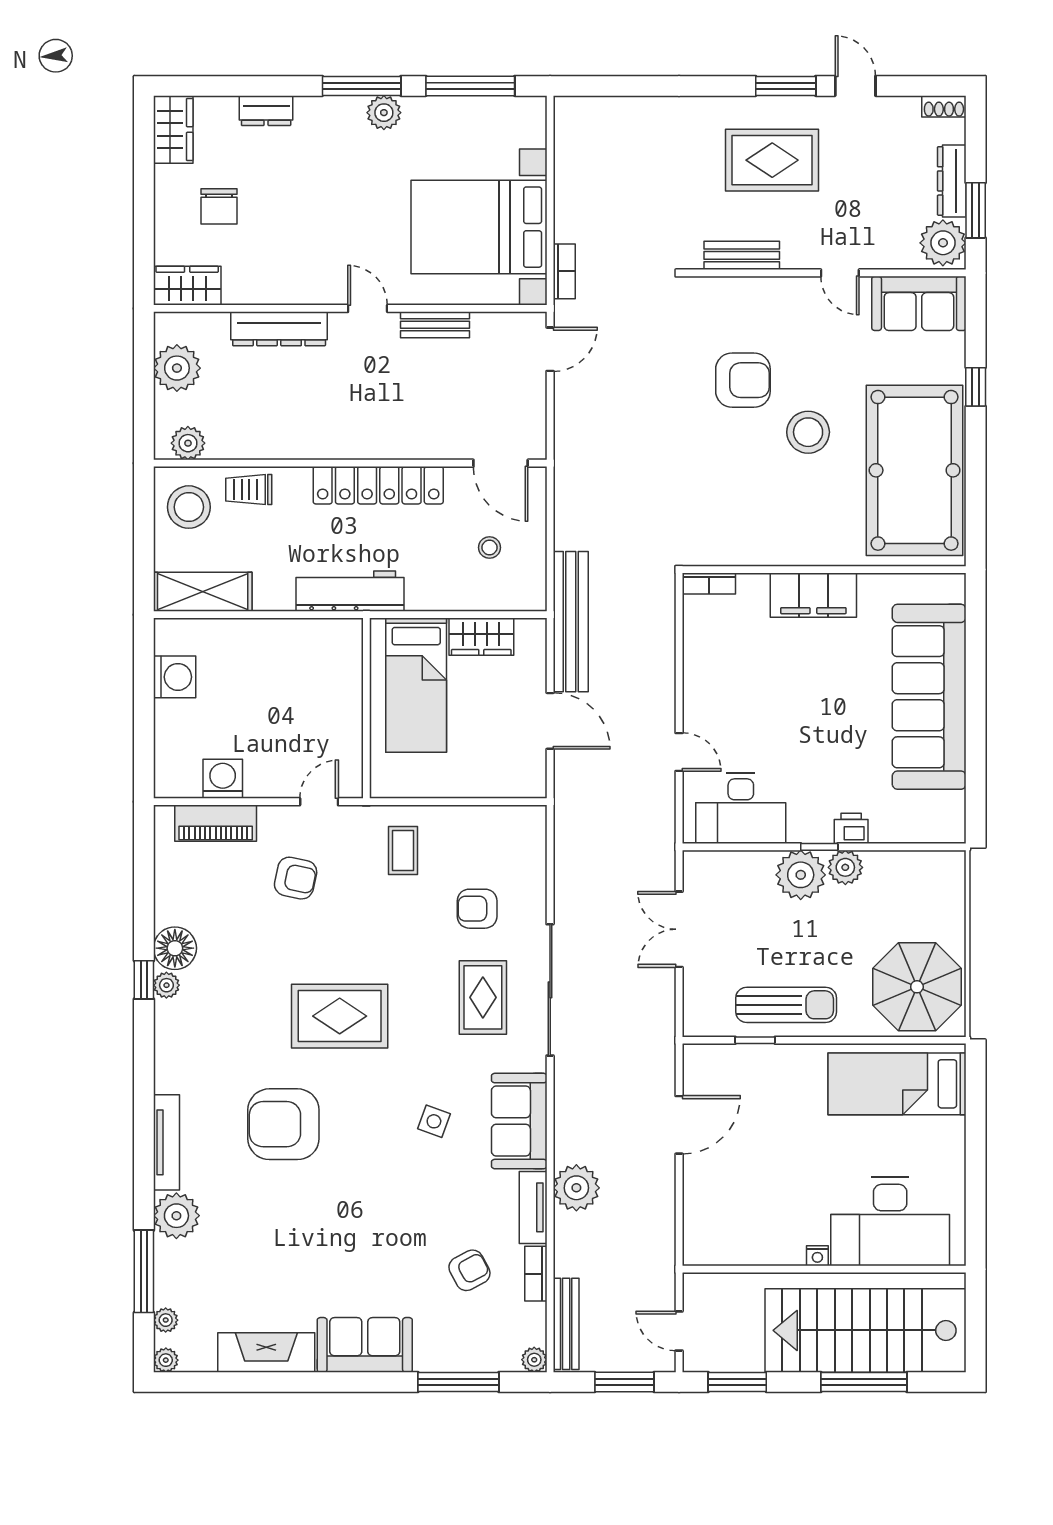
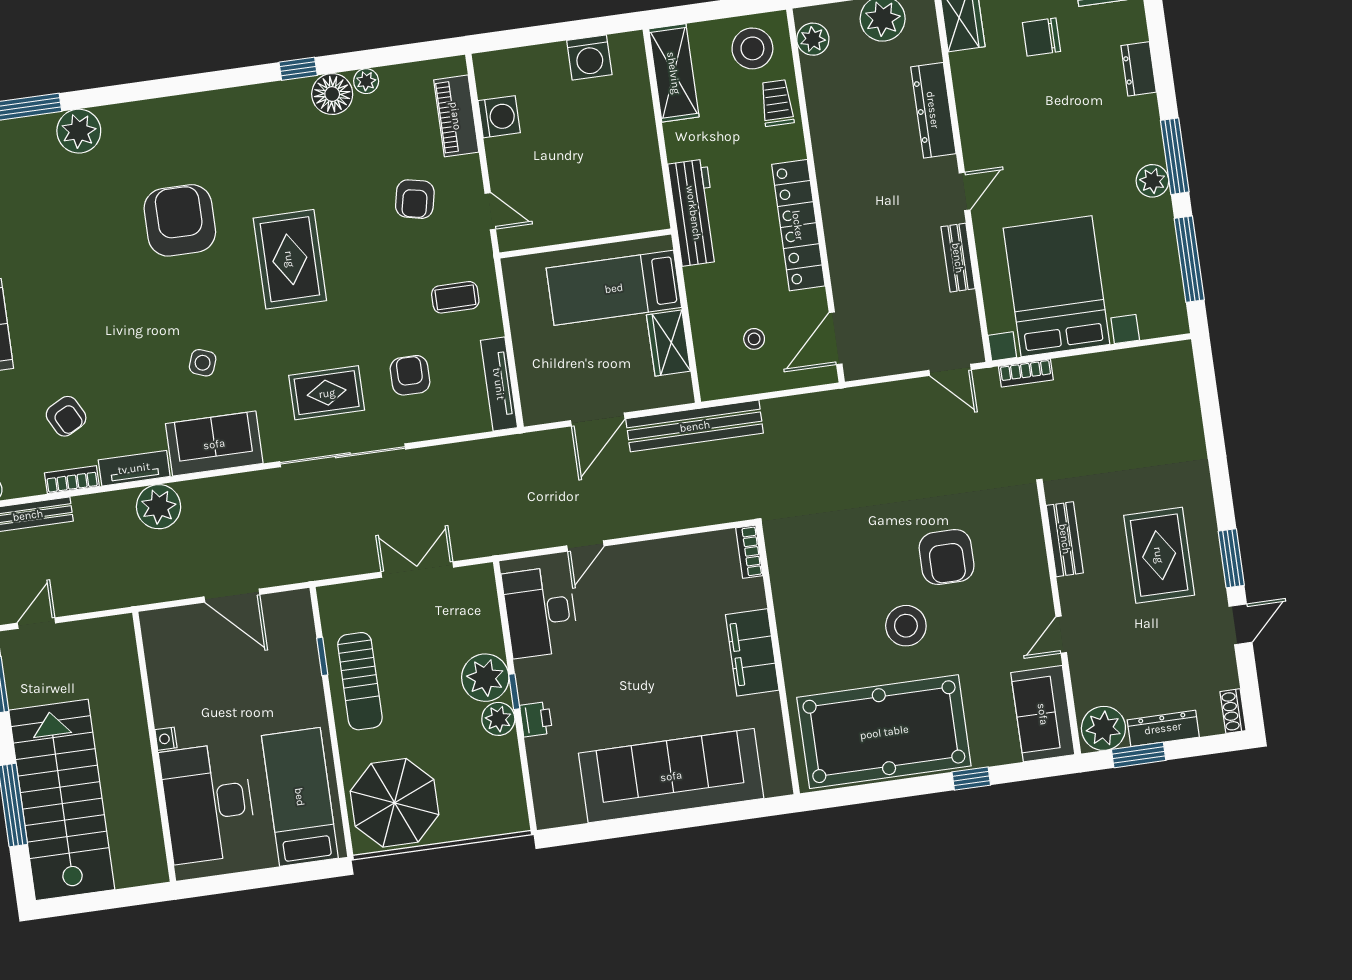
plant: (166, 985) -> (366, 81), moved
tv unit: (166, 1142) -> (499, 384), moved, turned 90
desk: (890, 1222) -> (208, 803), moved
nightstand: (817, 1256) -> (166, 739), moved
wall: (824, 1269) -> (154, 747), moved

